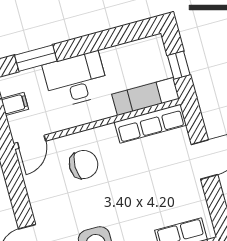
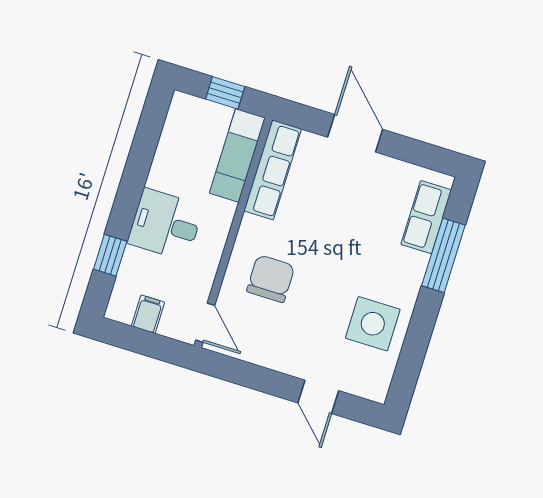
window: (36, 58) -> (110, 255), width x0.67
desk: (76, 80) -> (165, 224), width x0.73

